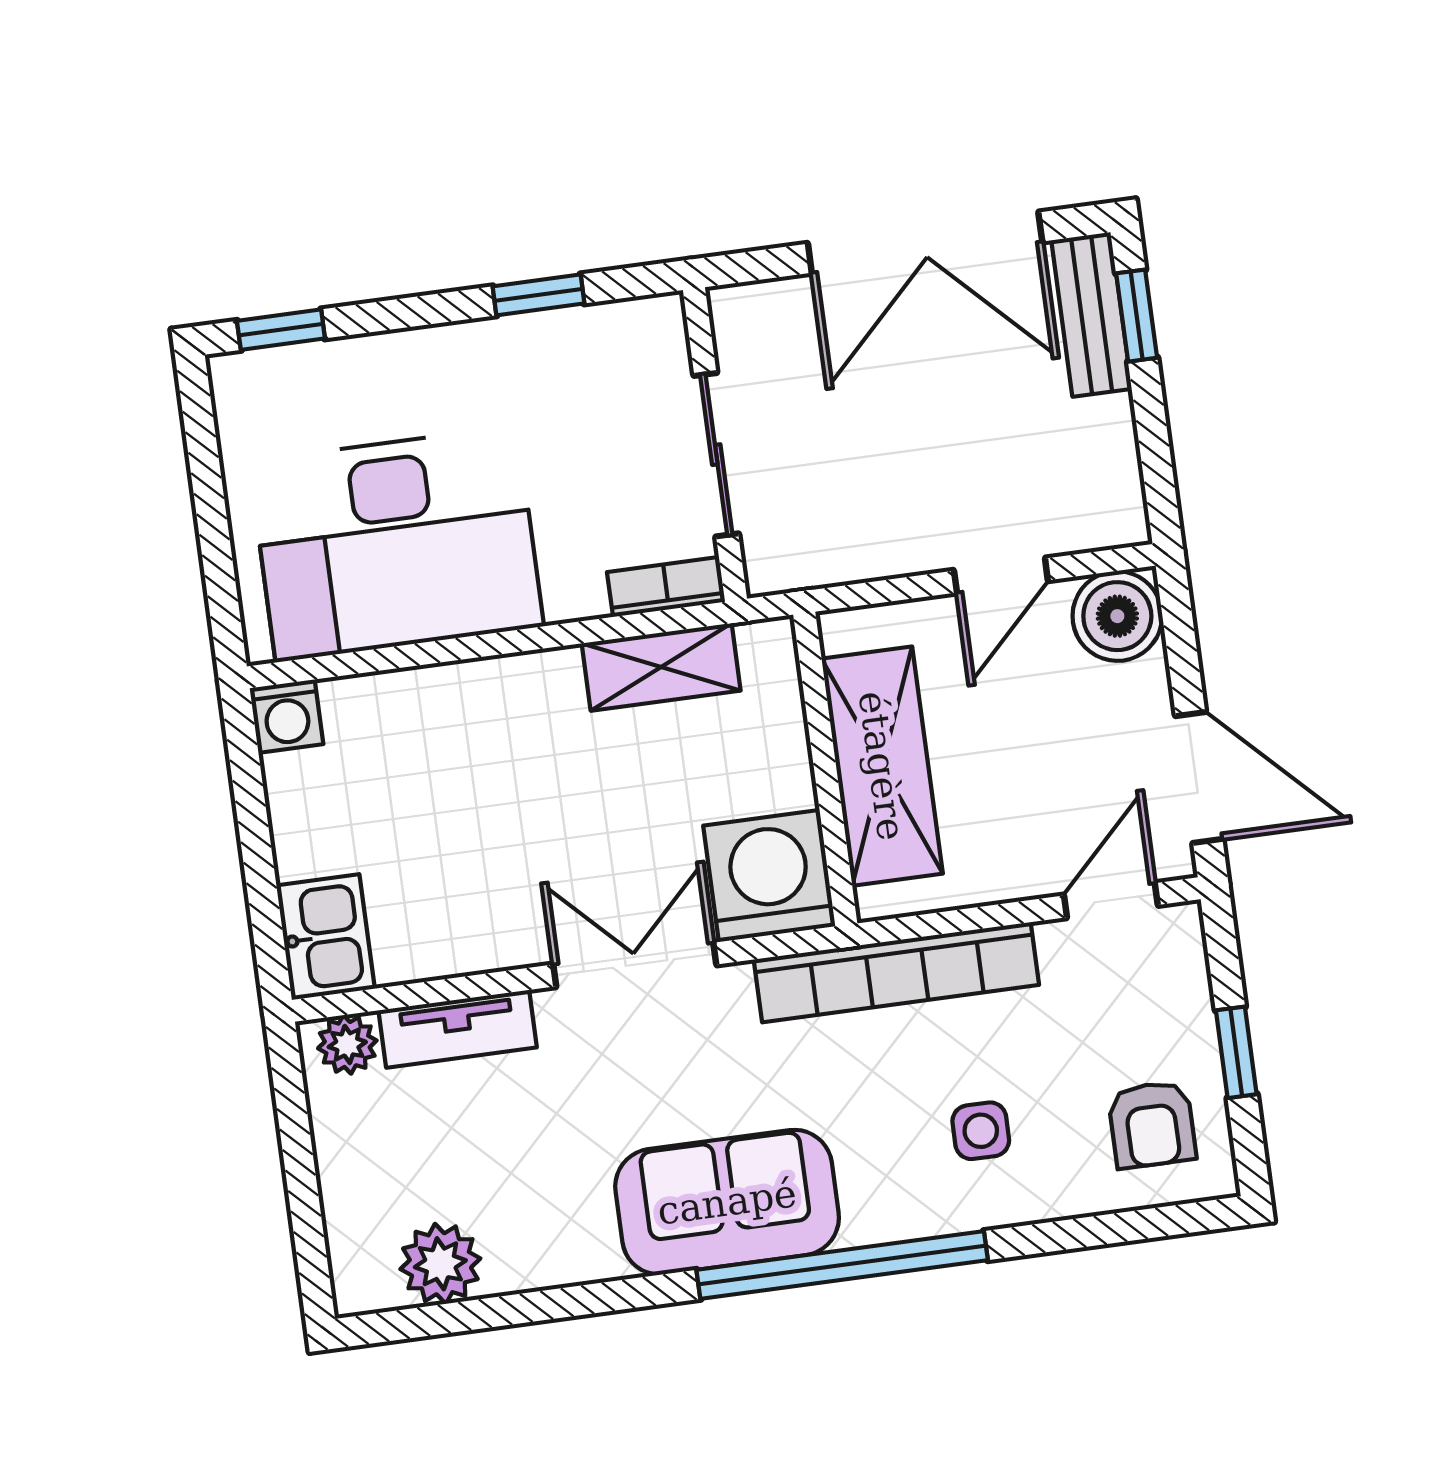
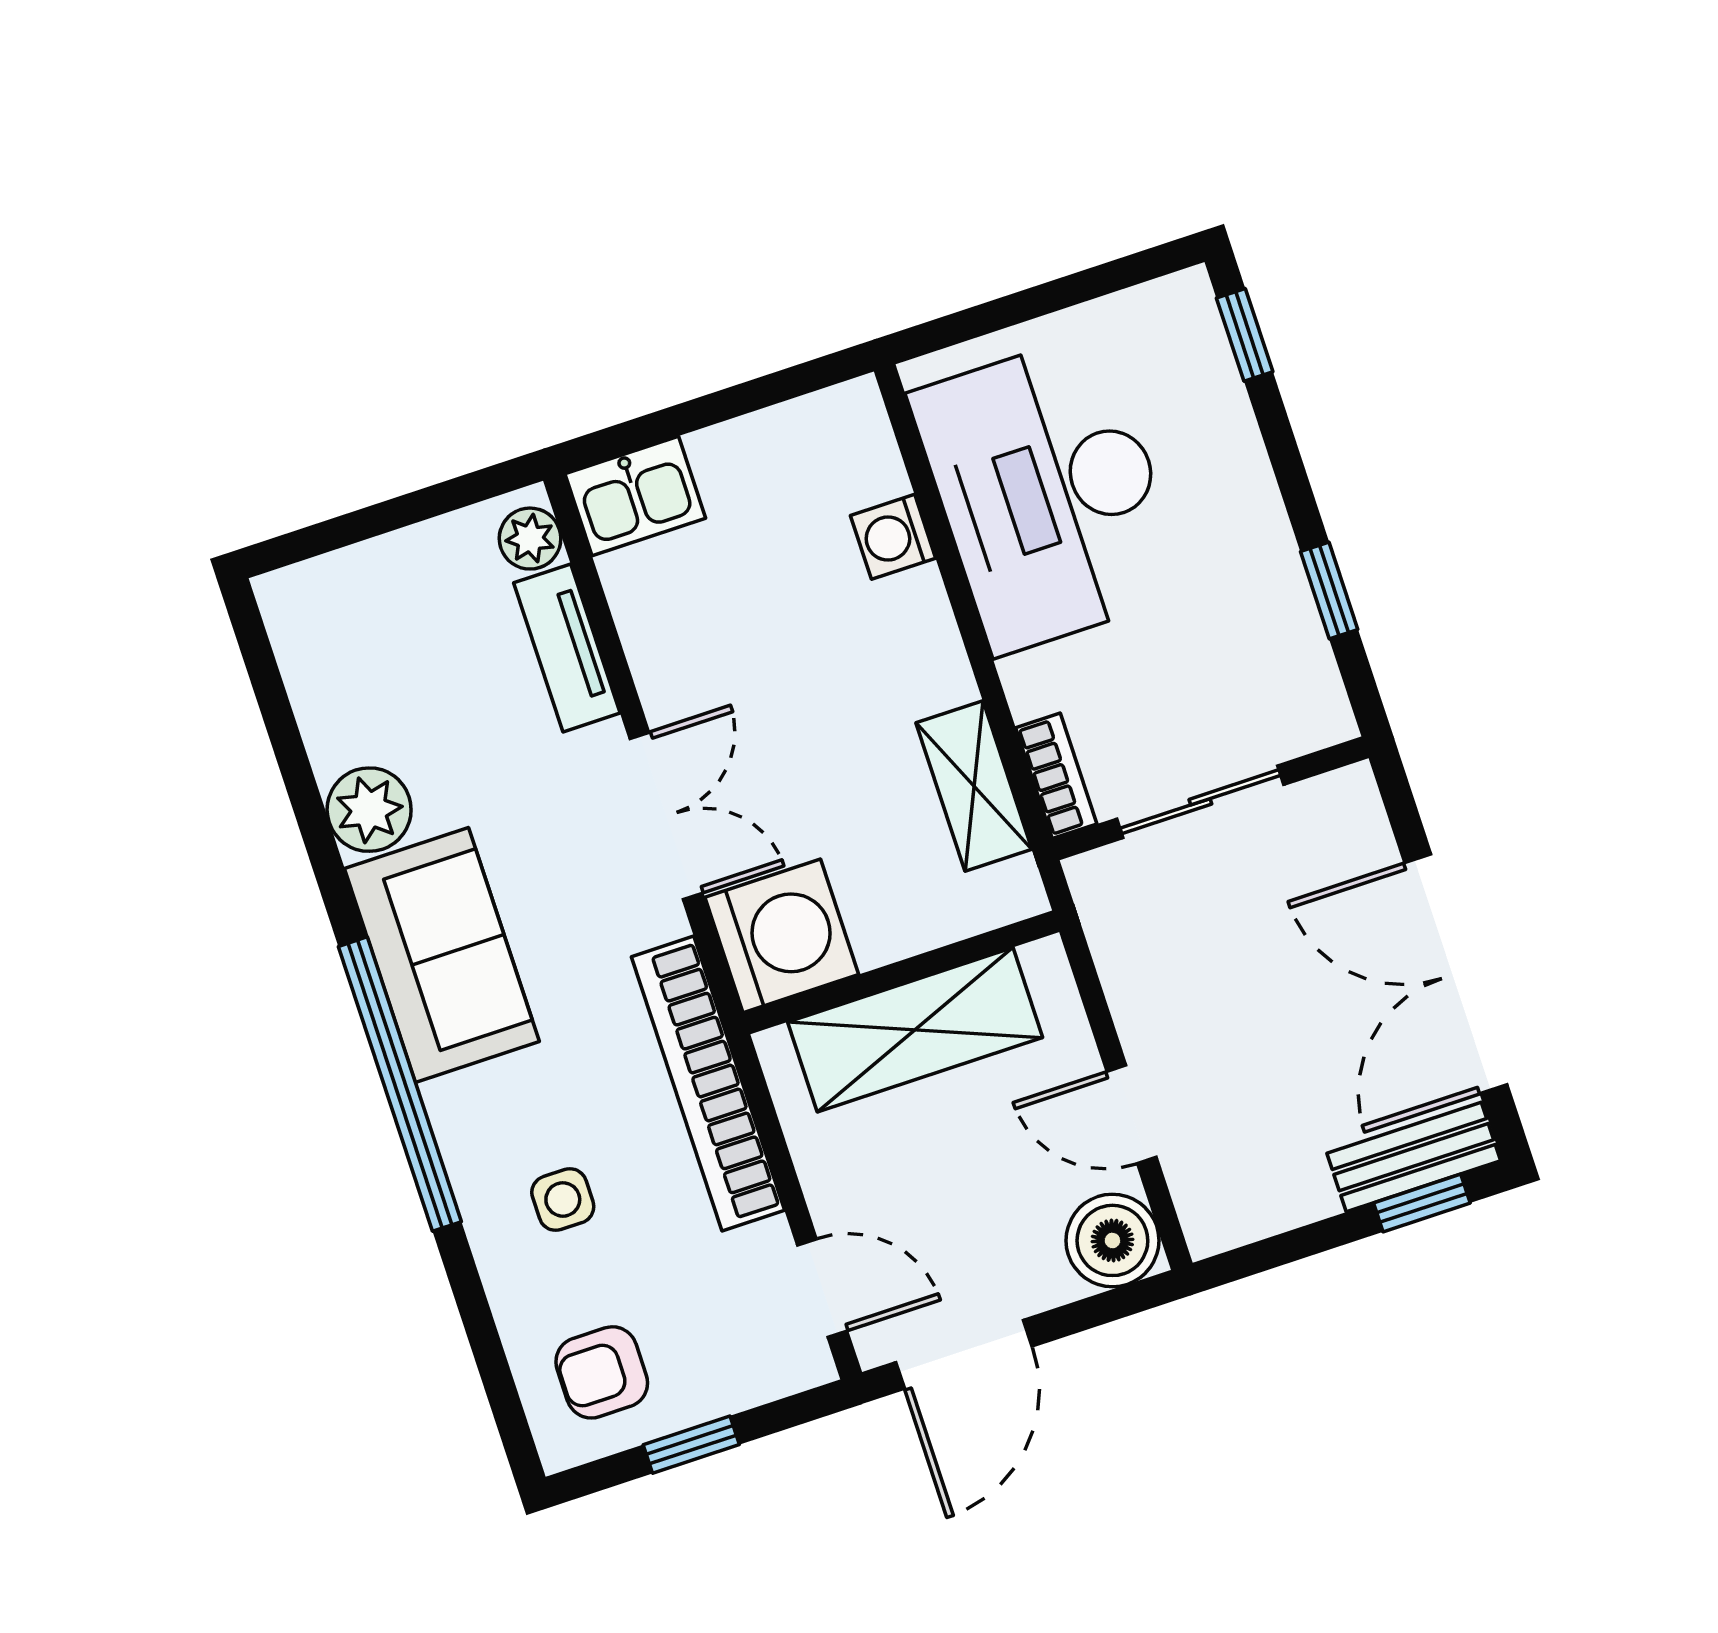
washing machine: (287, 716) -> (893, 537), moved
plant: (440, 1264) -> (369, 810), moved

